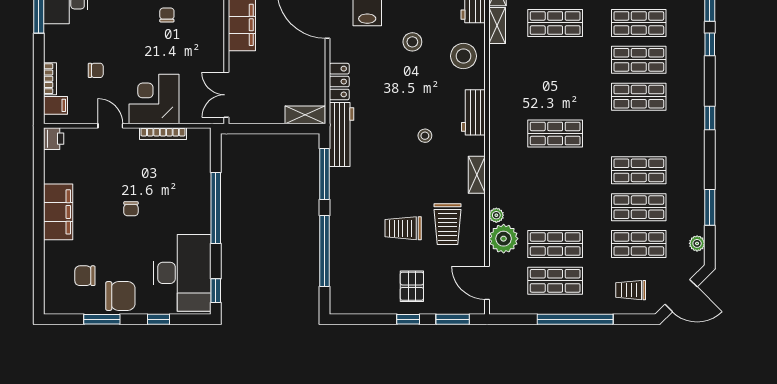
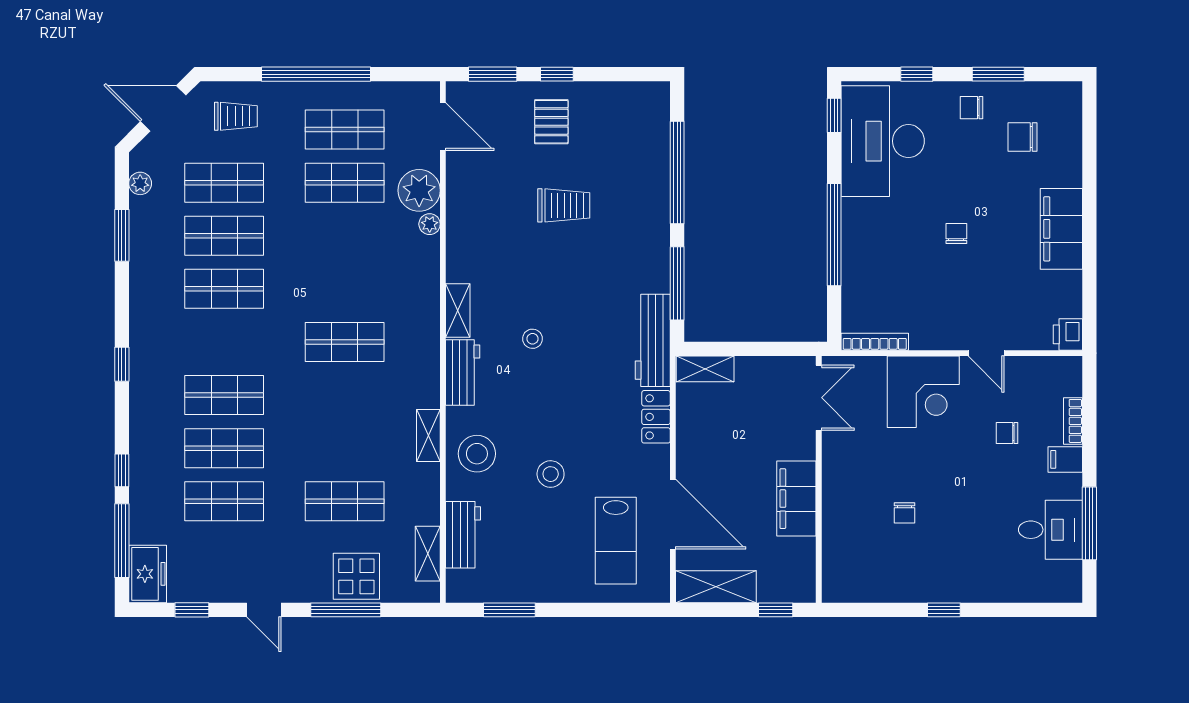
shelving: (497, 25) -> (428, 436), moved
filing cabinet: (55, 105) -> (1065, 459), moved
bookcase: (163, 134) -> (875, 342), moved
shelving: (477, 175) -> (458, 311), moved
trolley: (447, 224) -> (500, 211), removed
chair: (85, 276) -> (1023, 137), turned 180
chair: (120, 296) -> (971, 108), width x0.54, depth x0.54

